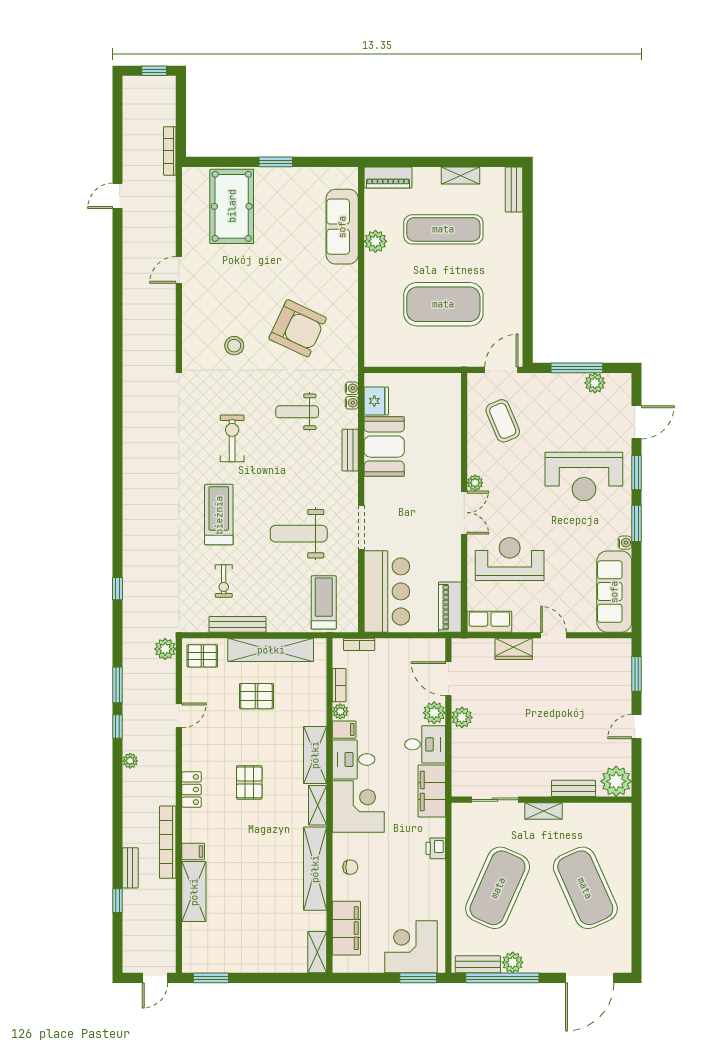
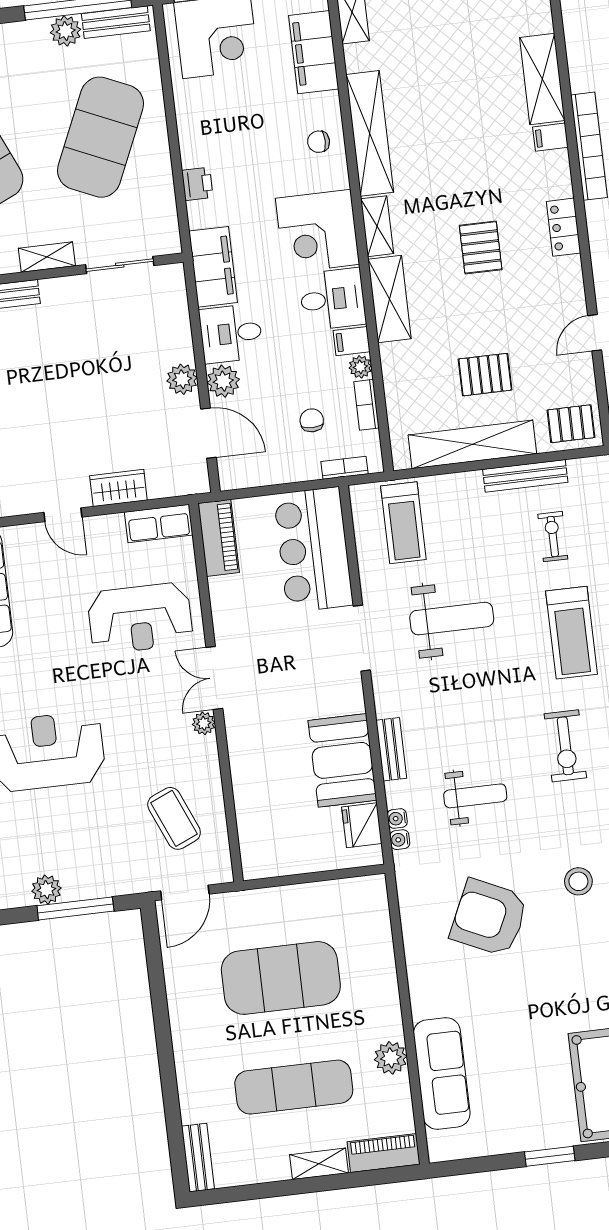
shelving: (460, 175) -> (319, 1164), moved
chair: (377, 679) -> (312, 420), added

